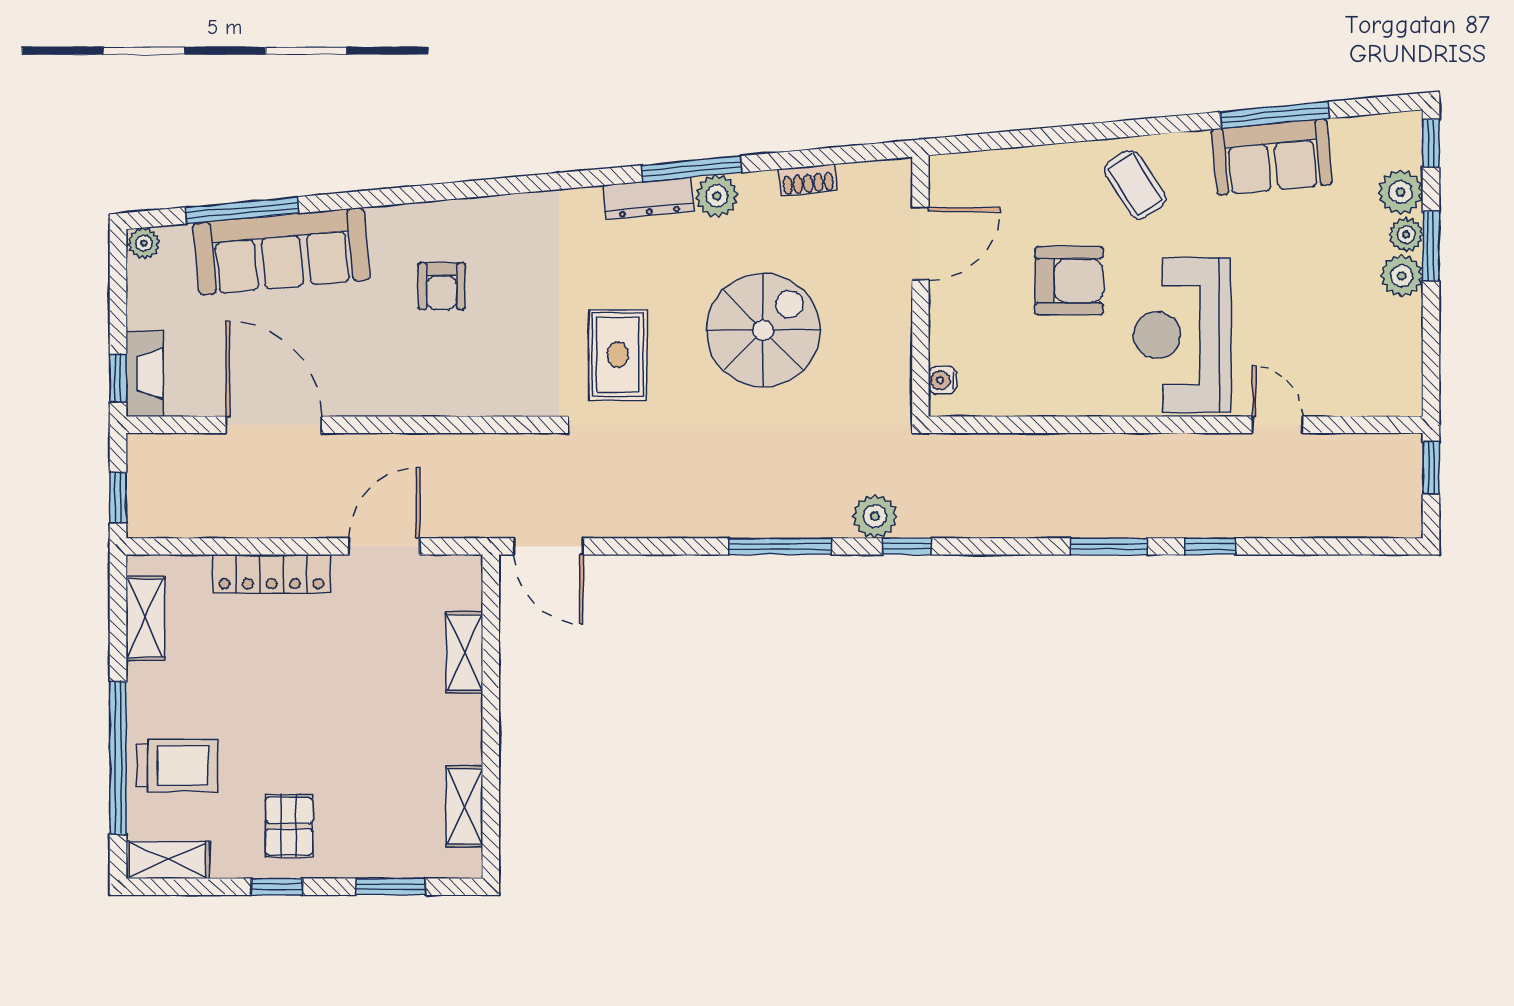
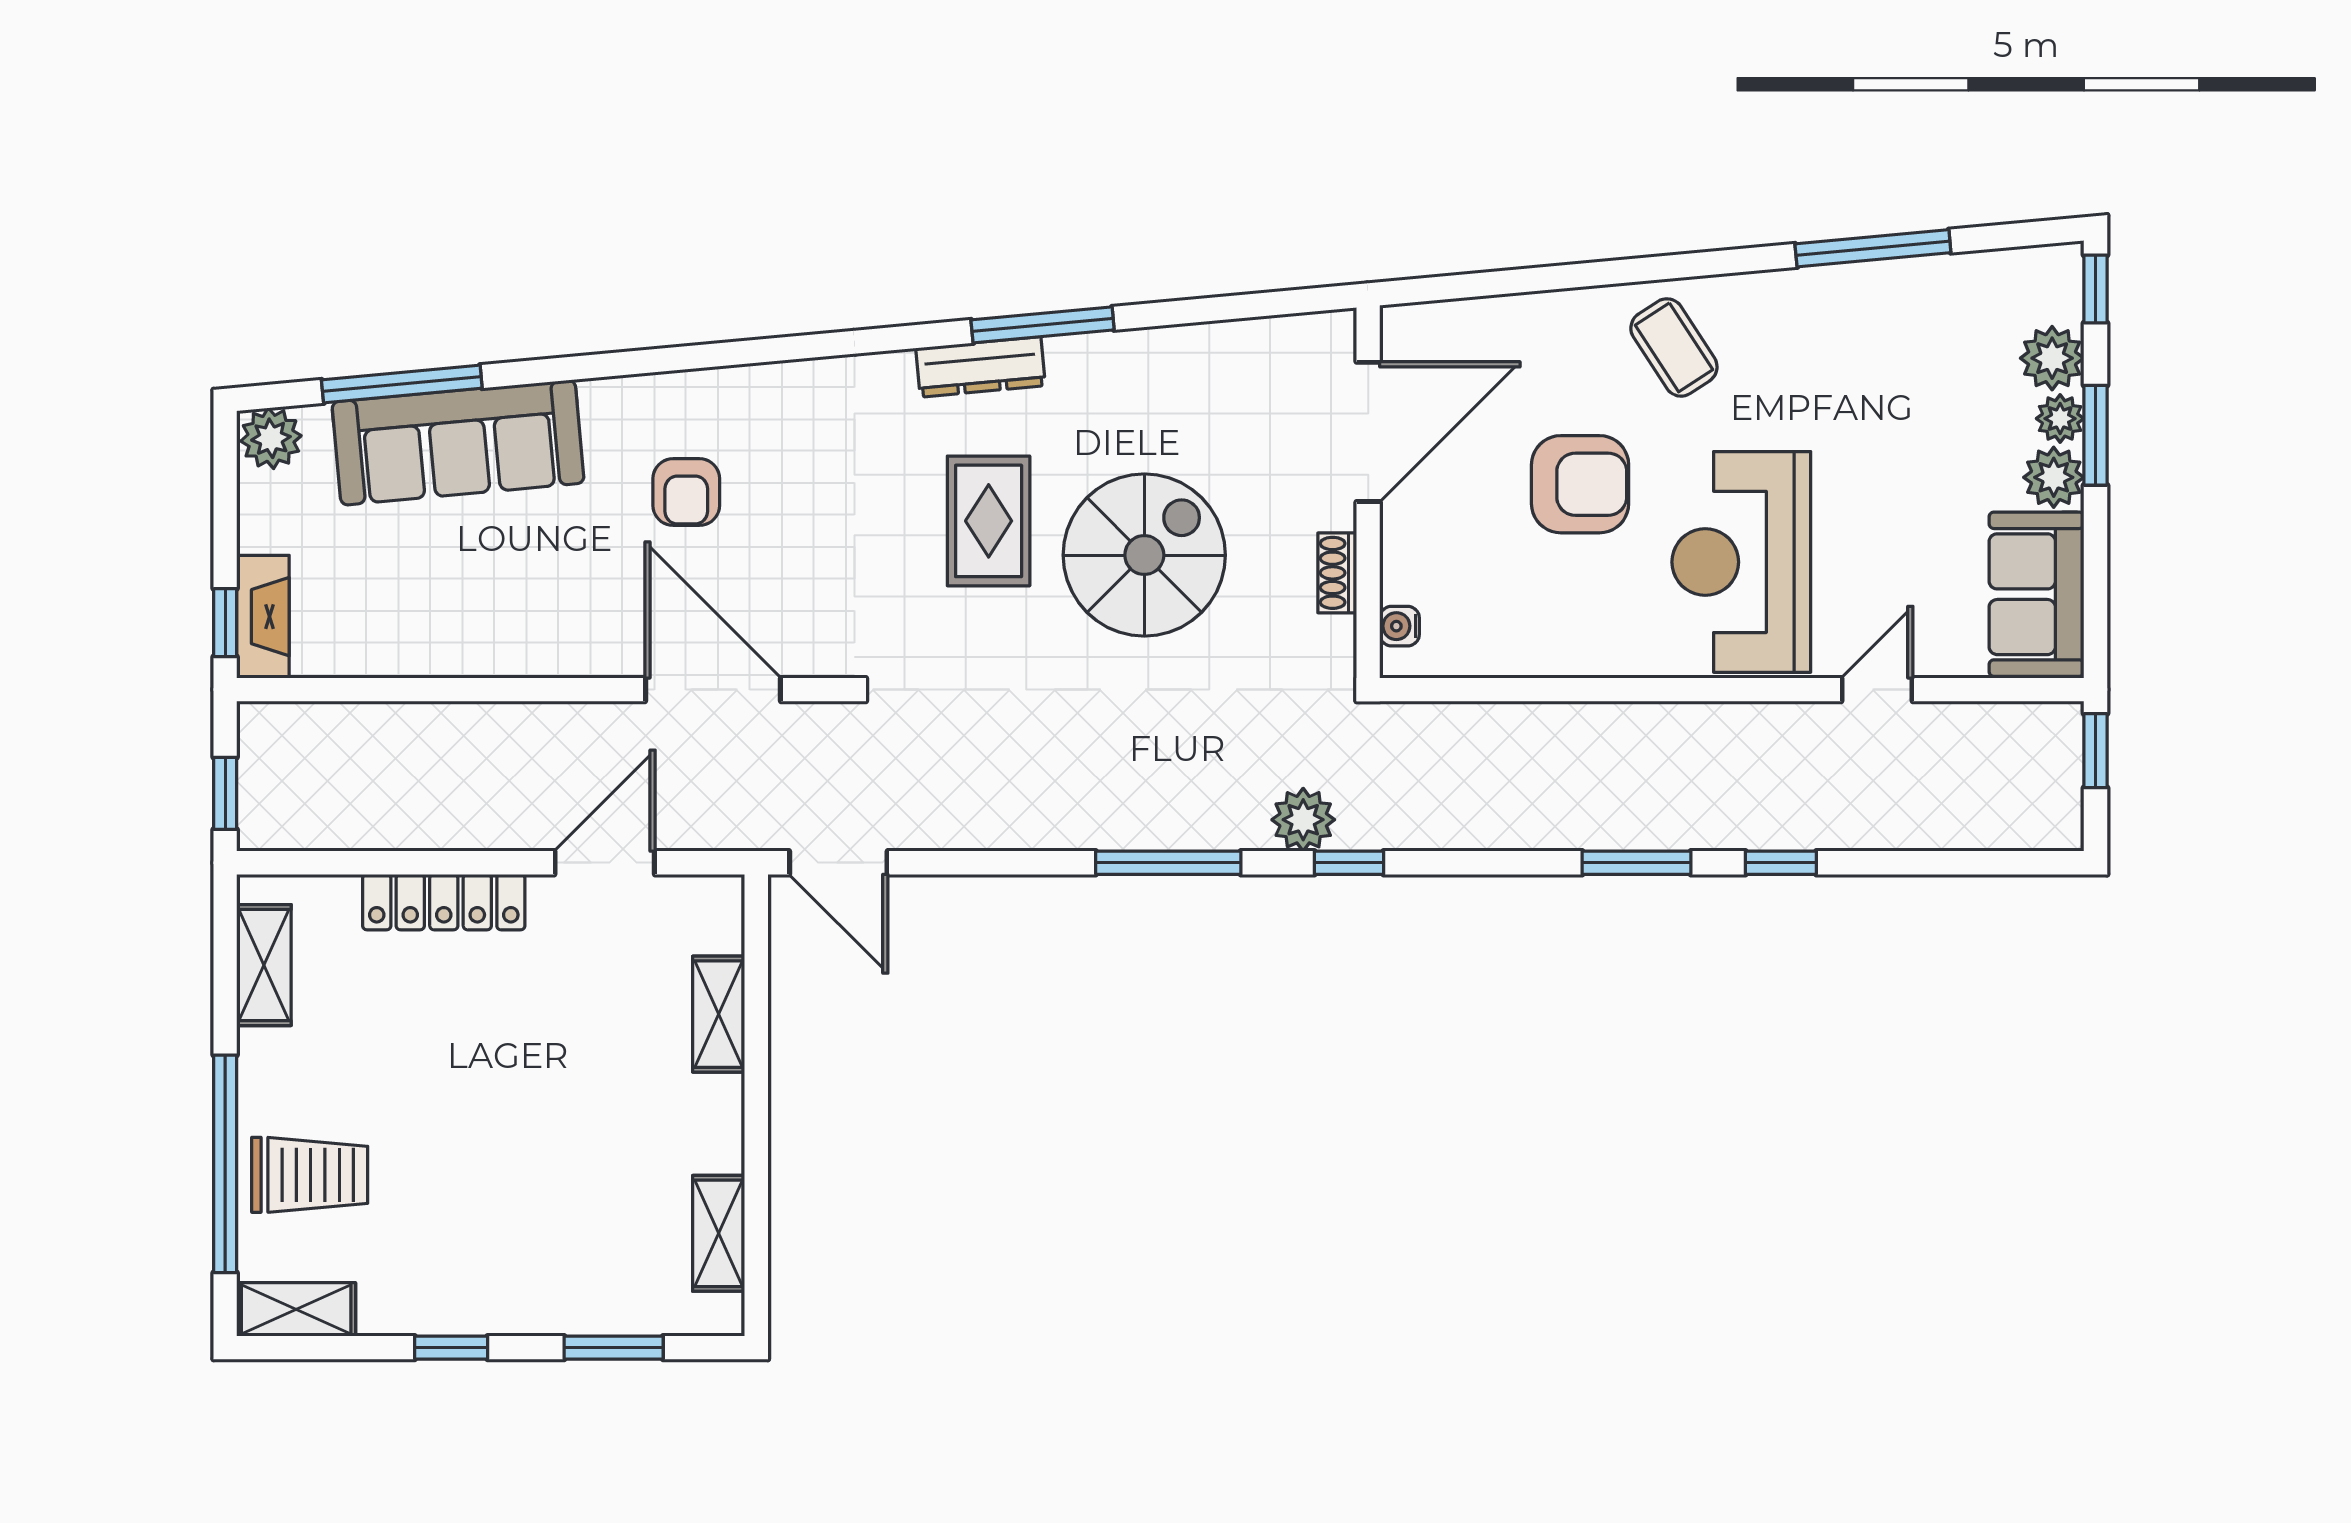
sofa: (1272, 157) -> (2037, 594), moved, turned 95
shoe rack: (808, 180) -> (1337, 573), moved, turned 95
plant: (717, 196) -> (1078, 364), removed
plant: (144, 243) -> (271, 438), width x1.38, depth x1.38
door: (920, 244) -> (1368, 432), width x1.36
rug: (618, 355) -> (989, 521), moved
door: (274, 425) -> (713, 690), moved
door: (1278, 425) -> (1877, 690), hinge flipped
pallet: (289, 826) -> (469, 1261), removed

